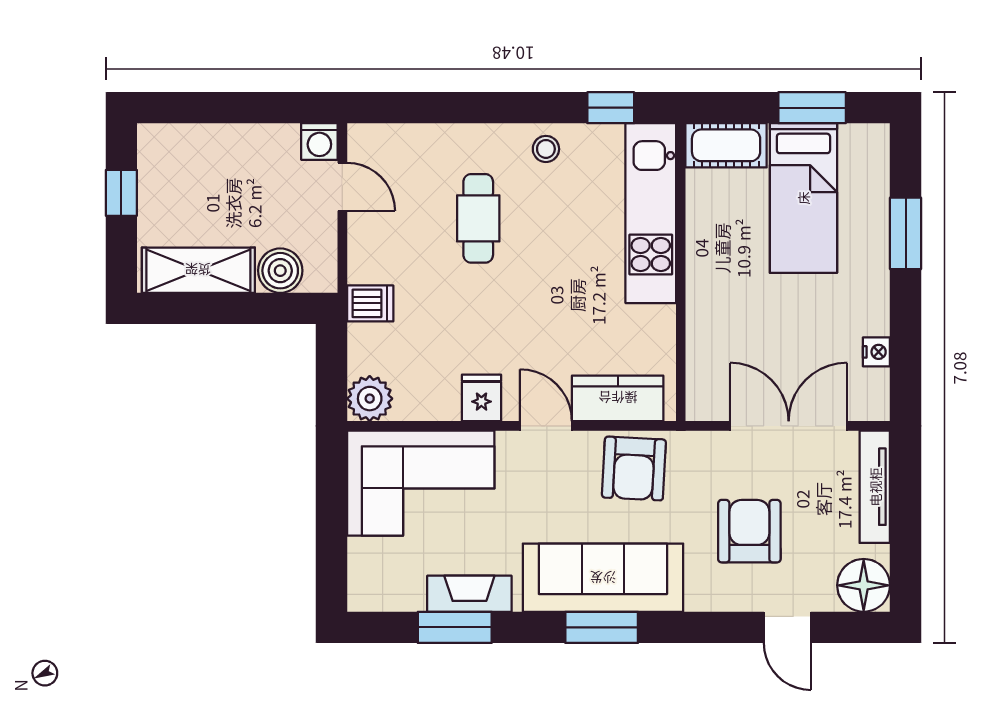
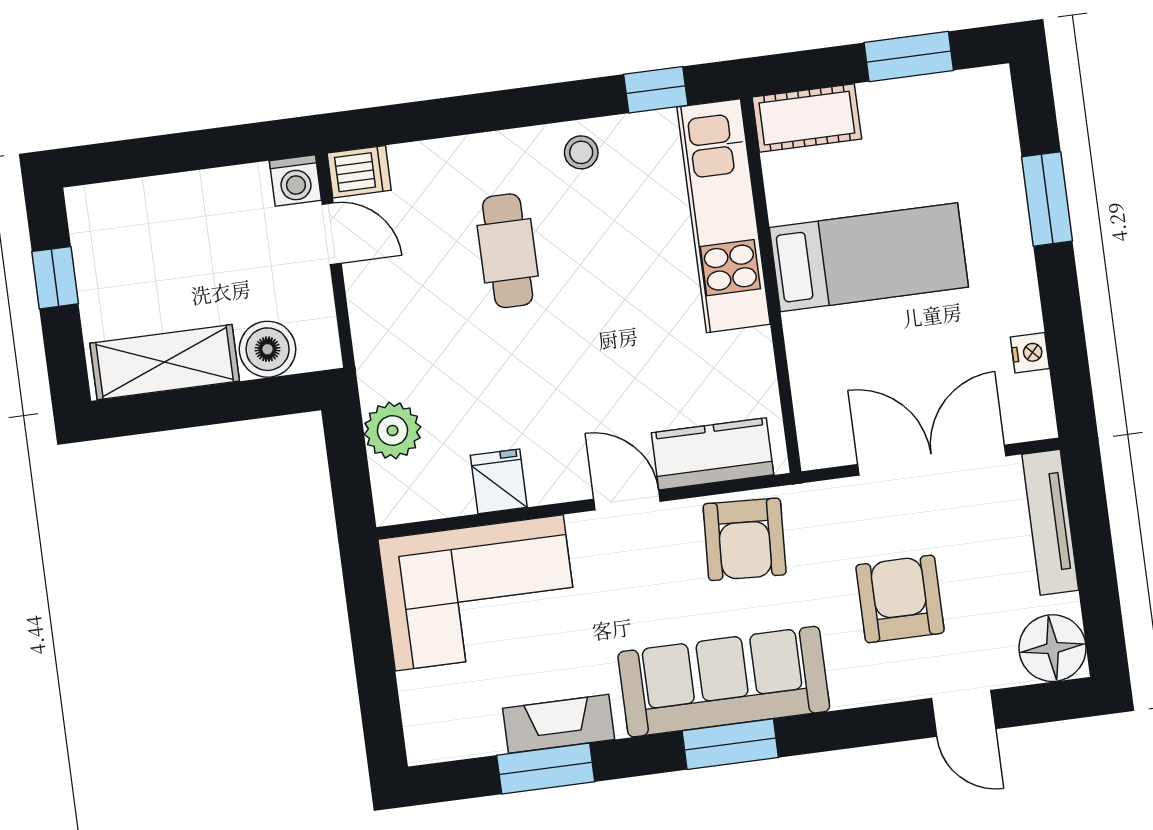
bed: (803, 198) -> (869, 257), moved, turned -90
dishwasher: (370, 303) -> (359, 172), moved
fridge: (481, 398) -> (499, 481), moved
plant: (370, 399) -> (392, 431), moved

